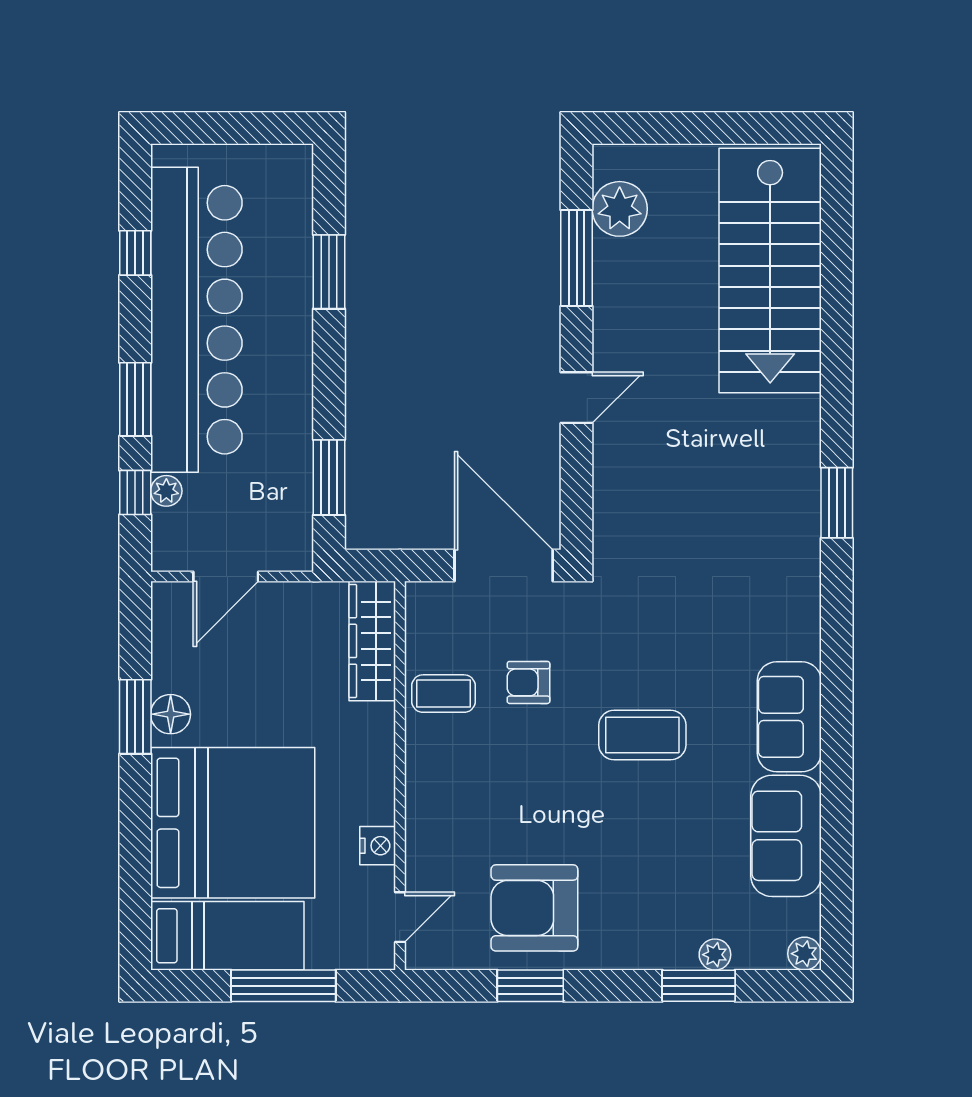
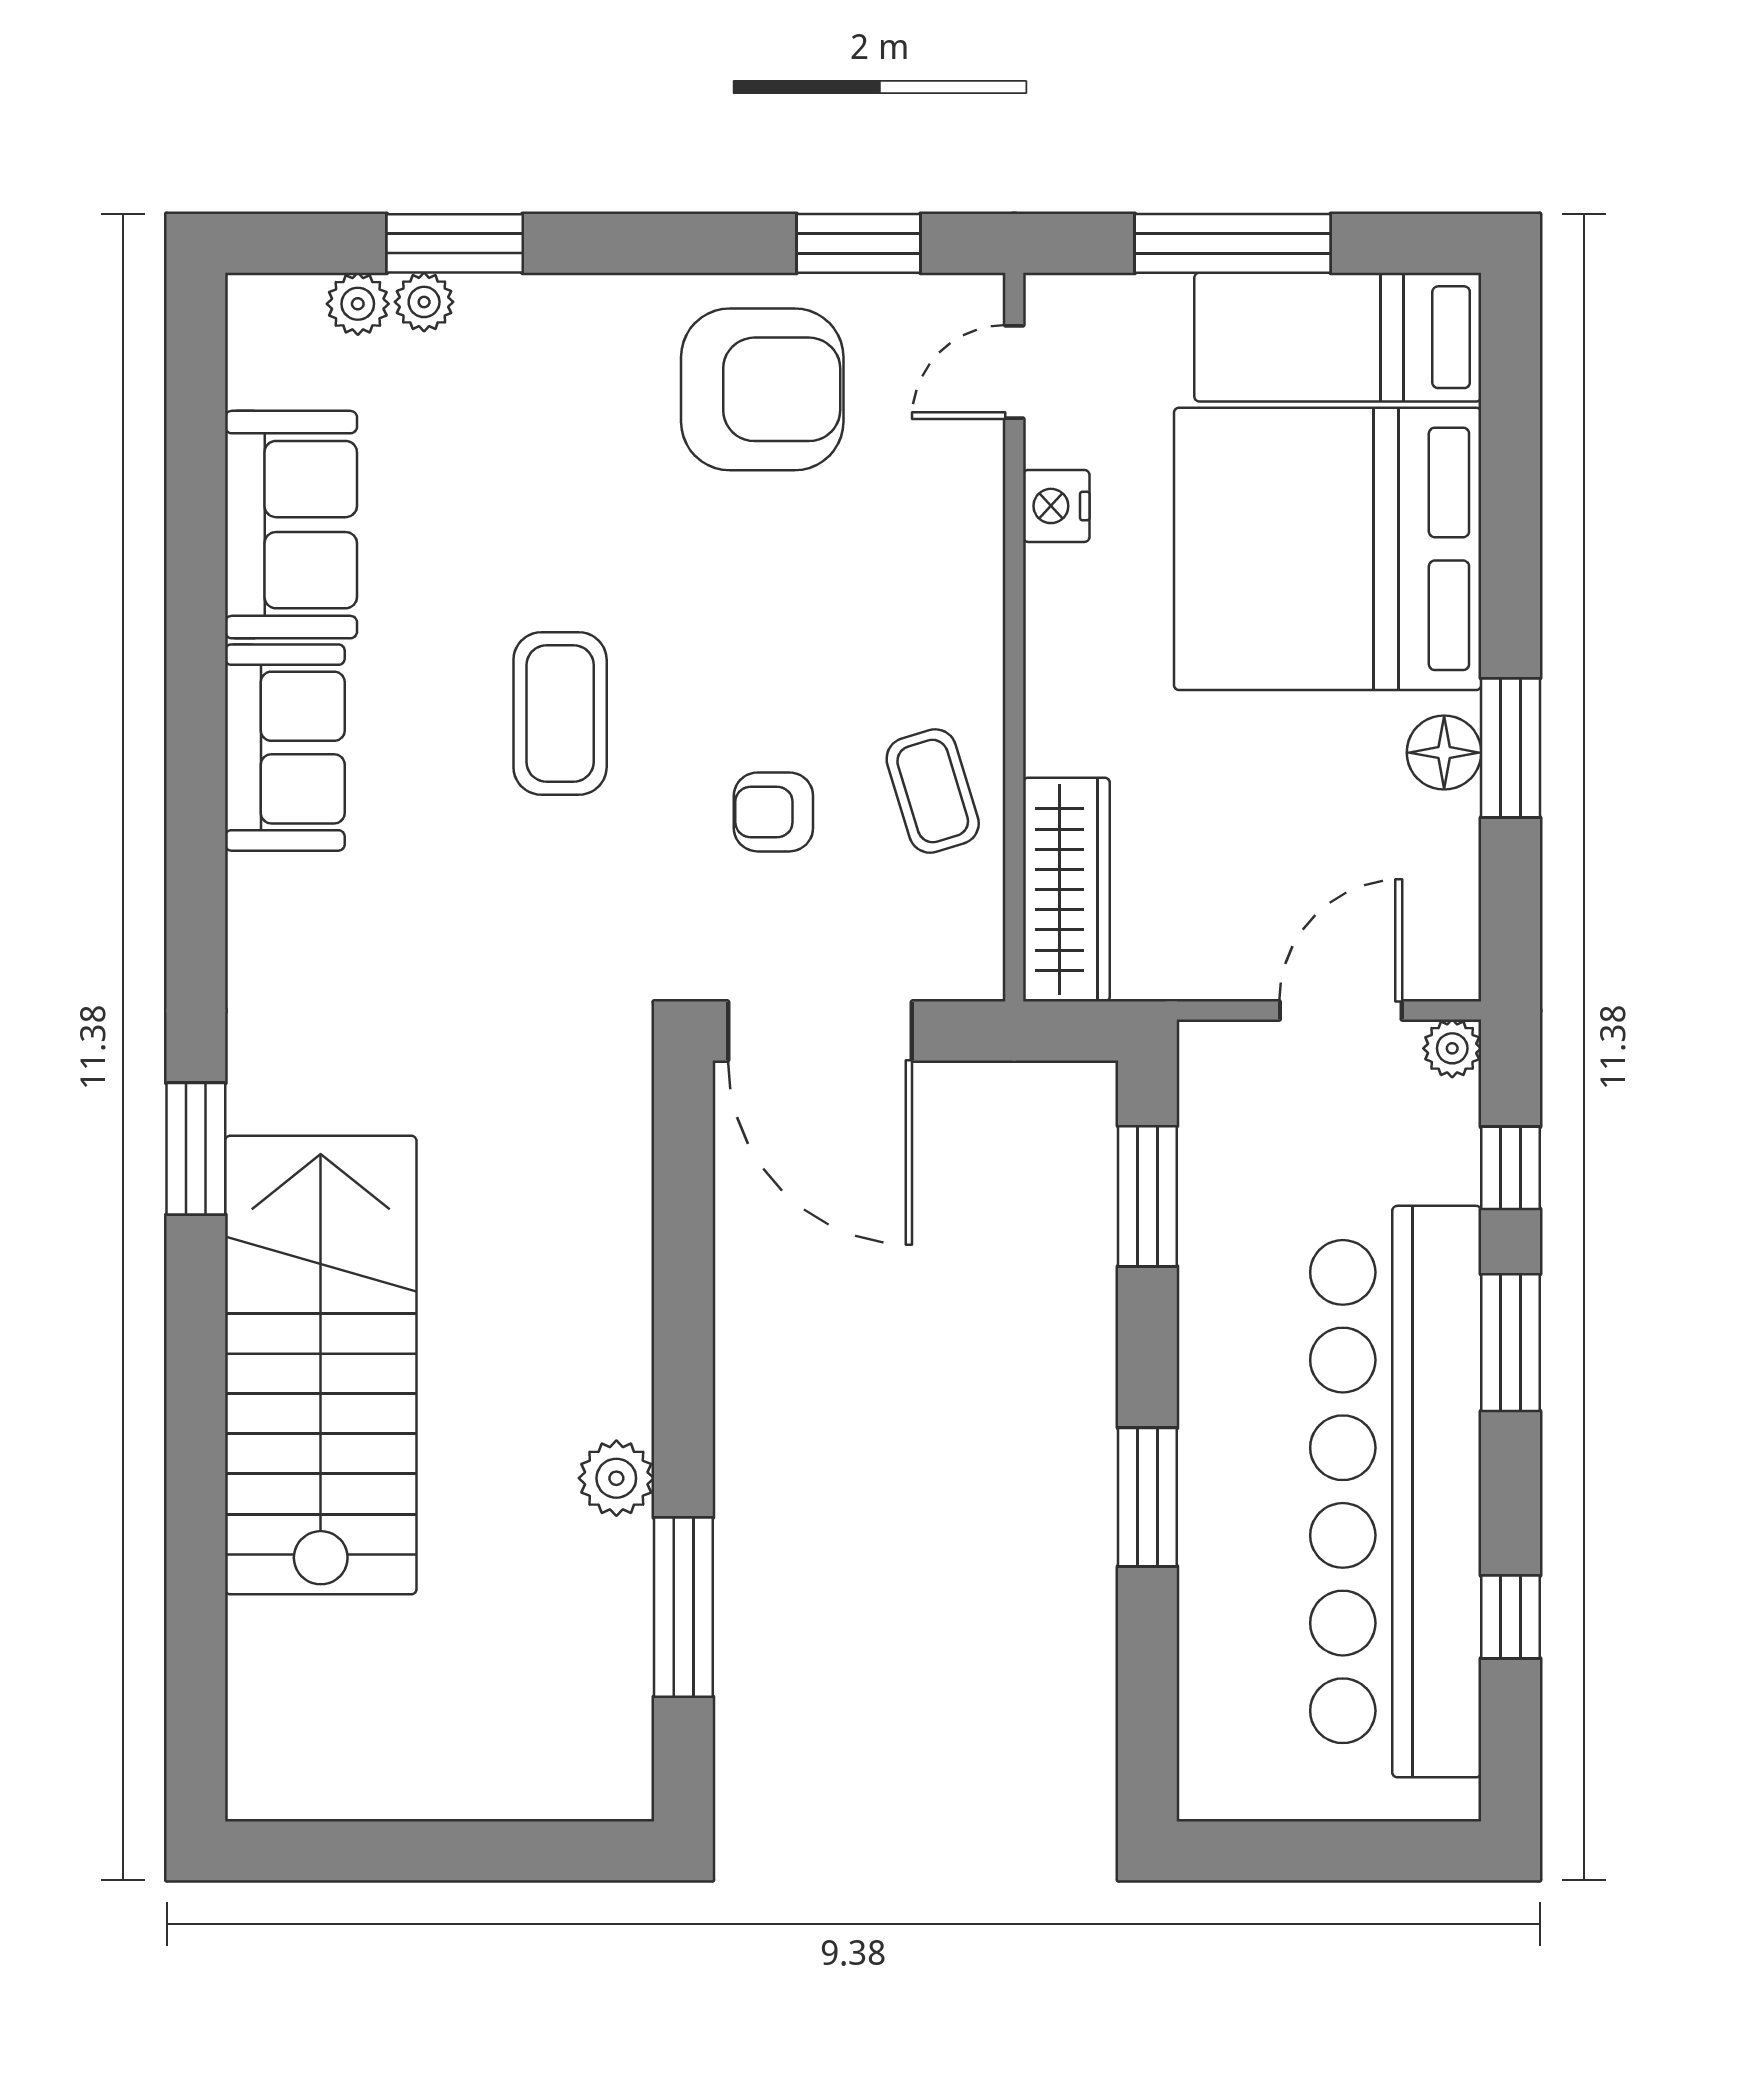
plant: (620, 209) -> (616, 1478), moved, width x0.73, depth x0.73
stairs: (770, 271) -> (321, 1365), moved
window: (329, 272) -> (1147, 1497), moved
door: (577, 398) -> (683, 1346), removed
plant: (166, 491) -> (1452, 1048), moved
armchair: (528, 682) -> (773, 812), turned 180
coffee table: (443, 694) -> (933, 791), turned 73
coffee table: (642, 735) -> (560, 713), turned 90
plant: (804, 954) -> (358, 304), moved
window: (530, 986) -> (858, 243), moved

